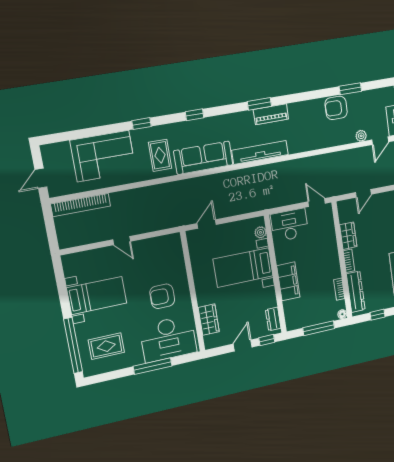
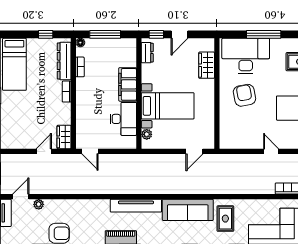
desk: (290, 225) -> (123, 119), moved, turned -90
wardrobe: (348, 236) -> (64, 137), moved
armchair: (162, 296) -> (244, 95), turned -101

